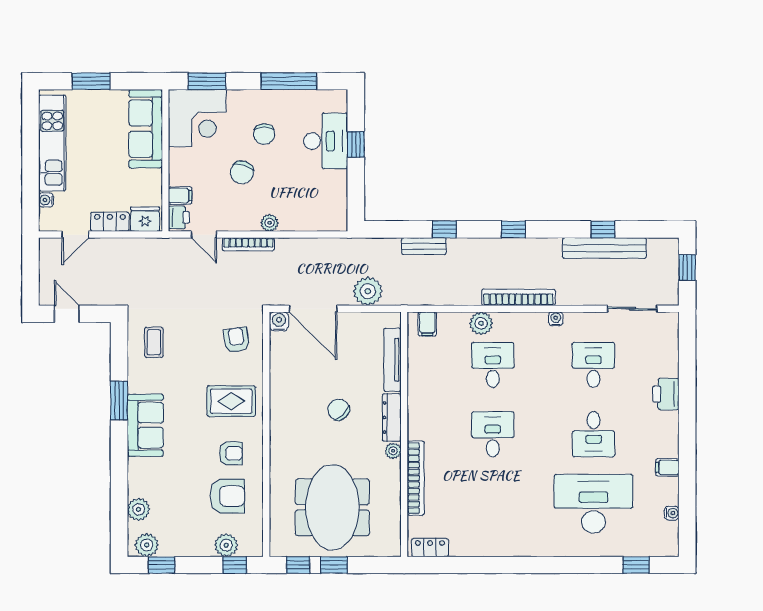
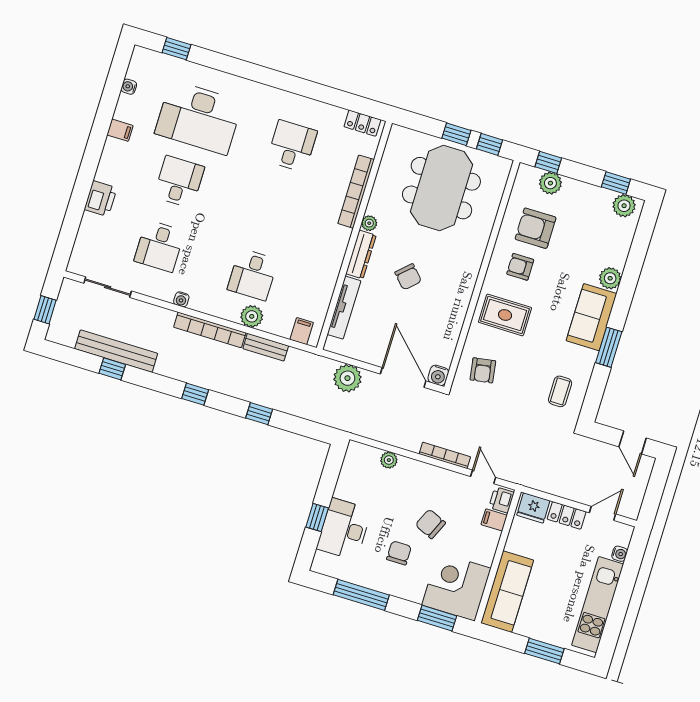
chair: (242, 172) -> (430, 524), turned -84
plant: (270, 223) -> (389, 460), moved
bench: (424, 246) -> (266, 347), moved
desk: (493, 434) -> (292, 146), moved, turned 180
plant: (139, 509) -> (610, 278), moved

